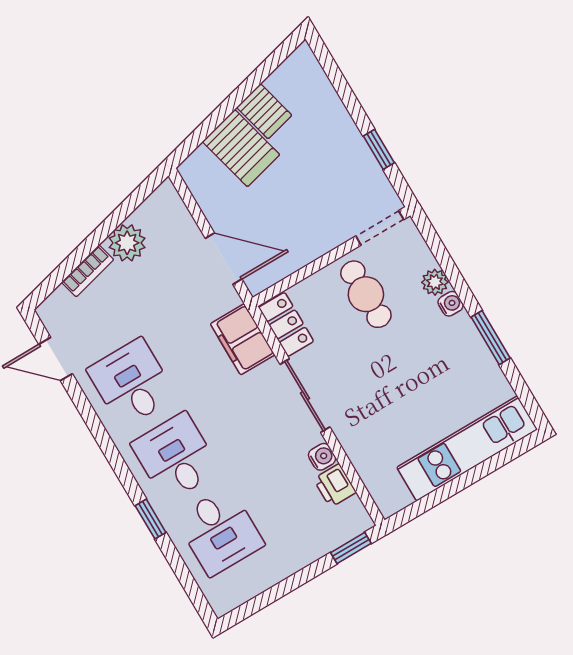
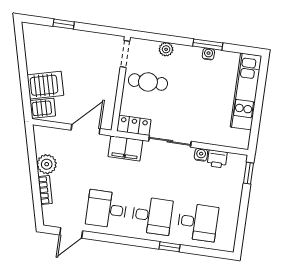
server rack: (264, 111) -> (43, 108), moved
window: (379, 149) -> (64, 24), moved
water cooler: (451, 304) -> (208, 54), moved
desk: (176, 457) -> (152, 216), turned 180

